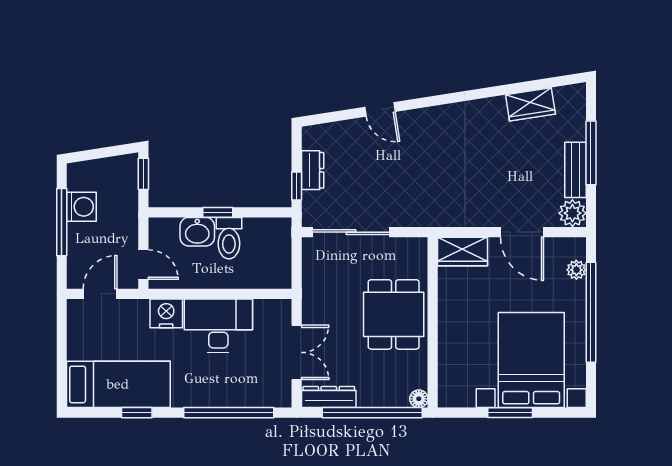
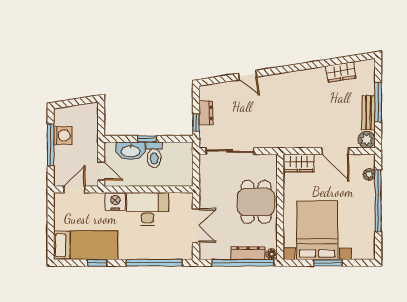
window: (143, 174) -> (101, 115), removed
washbasin: (197, 232) -> (130, 151), width x1.38
bed with nightstands: (531, 360) -> (317, 230), moved
dresser: (329, 397) -> (248, 253), moved

